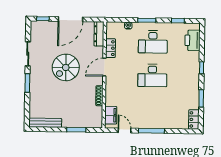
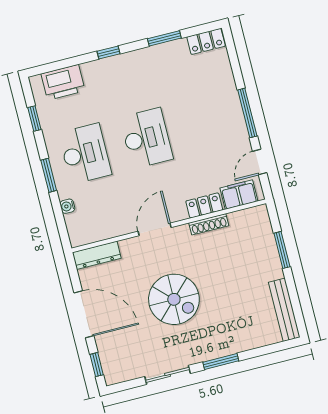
locker: (110, 48) -> (204, 205), moved
door: (104, 67) -> (155, 229), swing flipped

